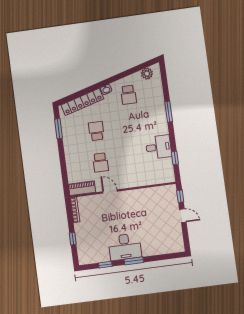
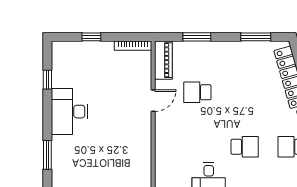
school desk: (96, 131) -> (245, 147), moved
window: (64, 168) -> (197, 37), added
window: (134, 261) -> (47, 155), moved

